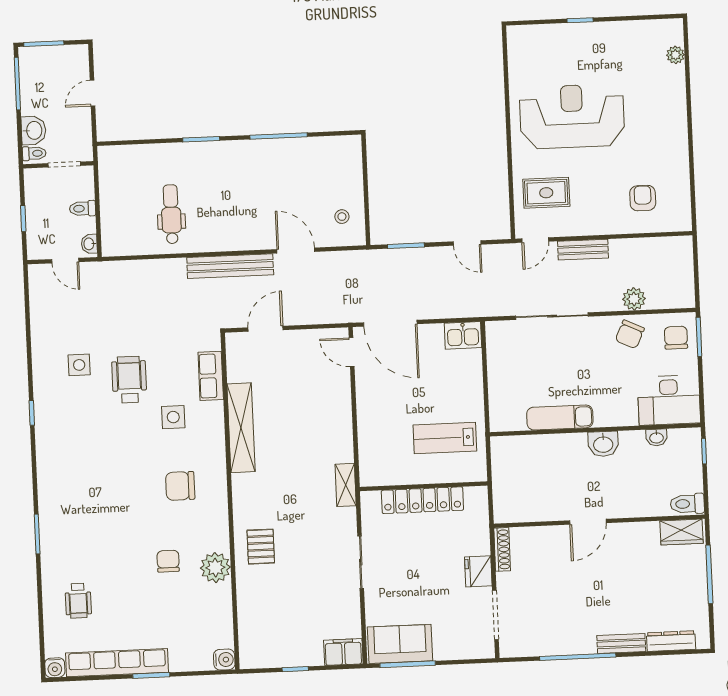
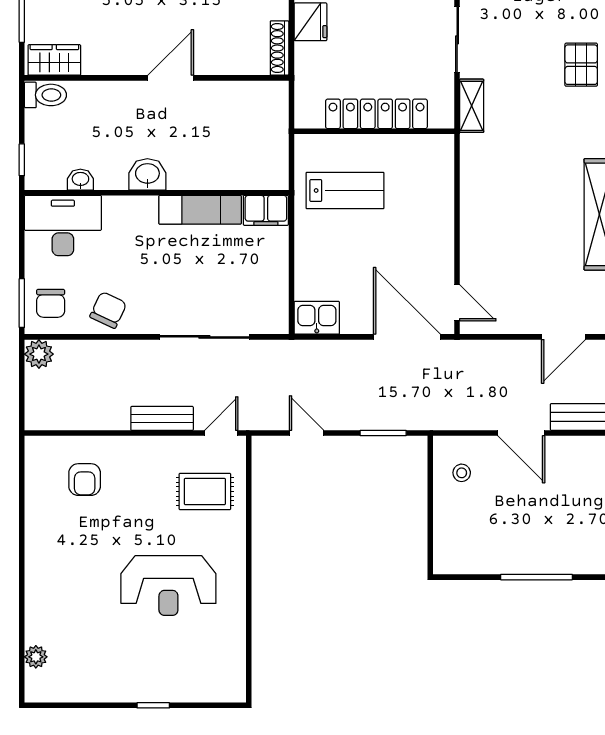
reception desk: (572, 116) -> (168, 586), width x0.74, depth x0.77
plant: (634, 299) -> (39, 354), moved
filing cabinet: (507, 419) -> (266, 210), added
shelving: (346, 485) -> (472, 106), moved

